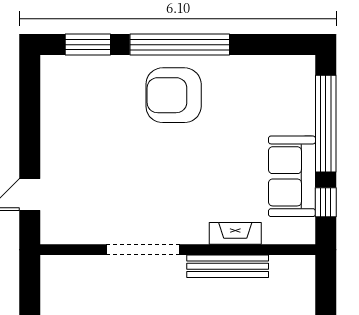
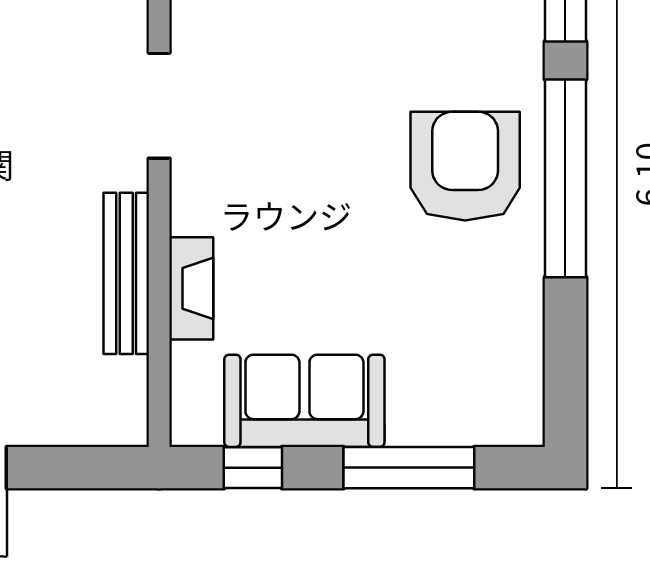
window: (326, 124) -> (409, 468), width x0.68
doorway: (143, 250) -> (159, 106), width x0.73

